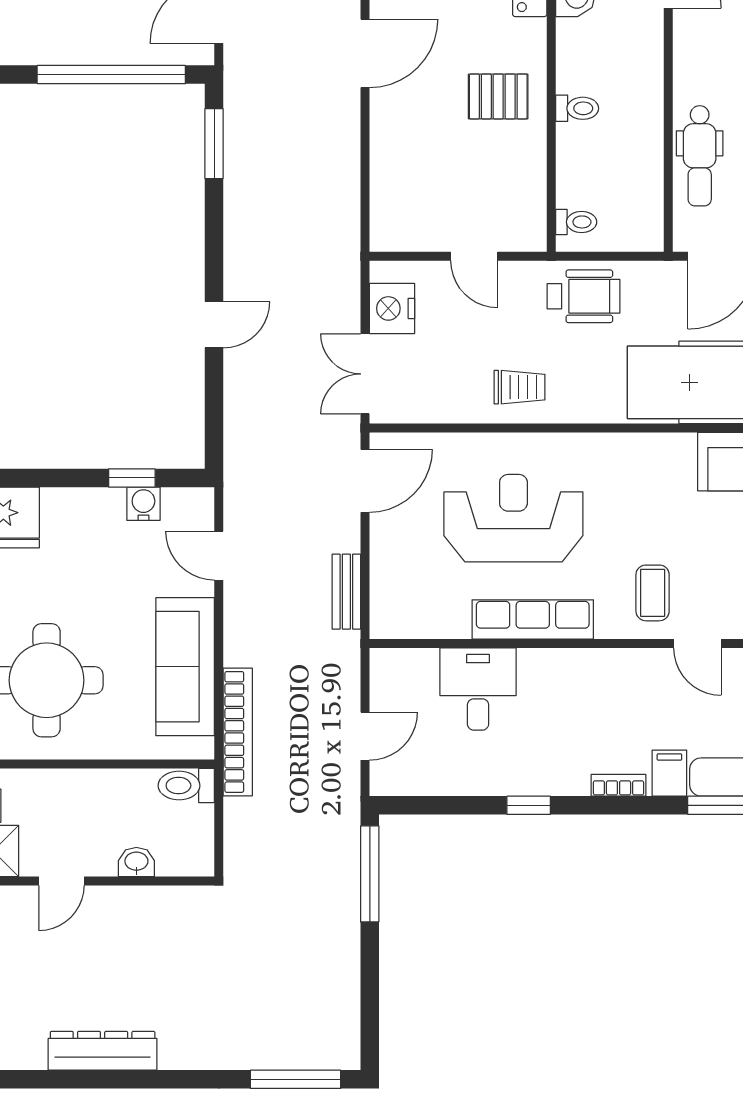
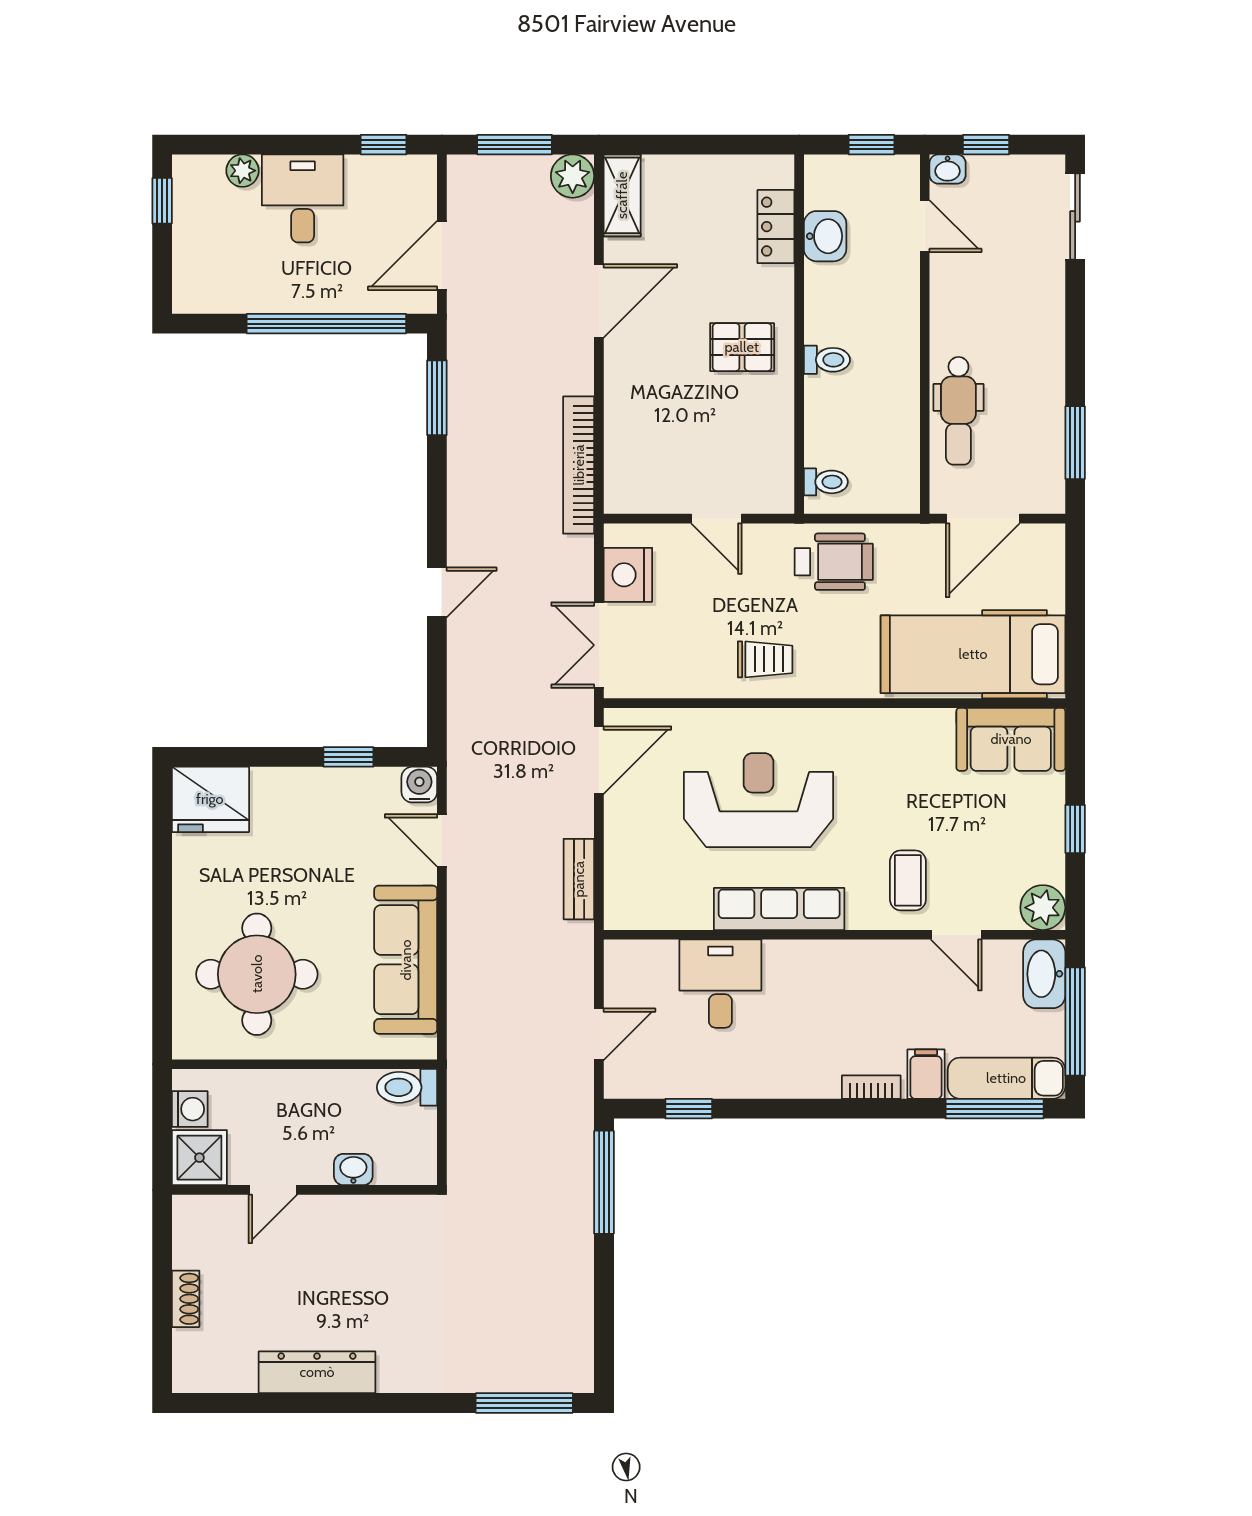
water cooler: (143, 504) -> (419, 785), moved
bookcase: (238, 732) -> (579, 465), moved, turned 180
window: (529, 805) -> (689, 1109), moved

